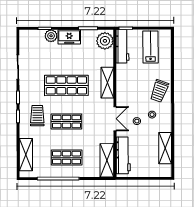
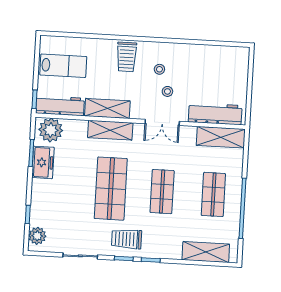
plant: (51, 36) -> (37, 236), moved
freezer: (69, 37) -> (43, 162), moved
lab bench: (150, 47) -> (63, 66), turned 180
trolley: (159, 91) -> (127, 57), turned 70
trolley: (37, 116) -> (127, 239), moved
double door: (115, 119) -> (162, 122), swing flipped
shelving: (165, 148) -> (107, 108), moved

